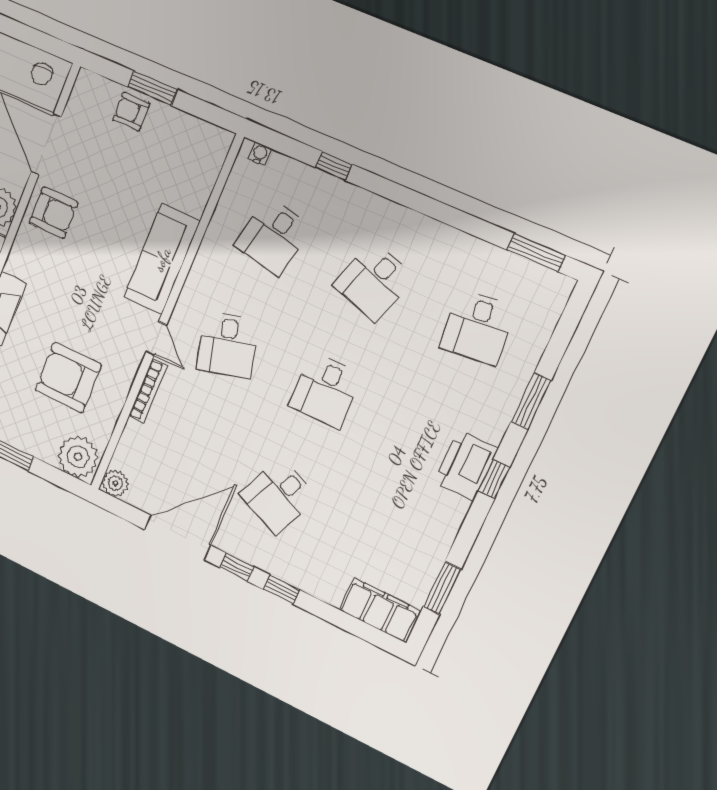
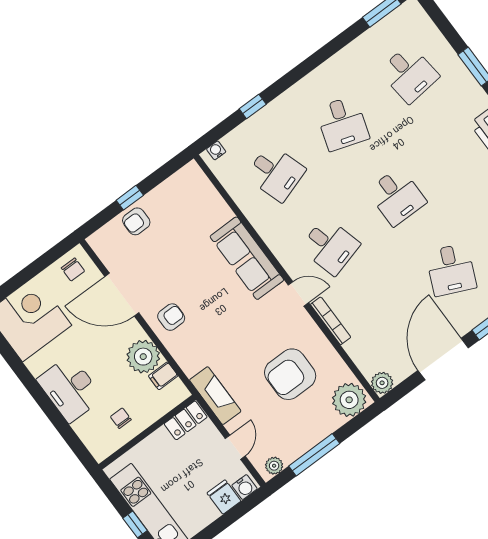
window: (152, 88) -> (130, 198), width x0.67
armchair: (54, 213) -> (171, 317), width x0.72, depth x0.72
desk: (273, 237) -> (276, 173), turned -30

